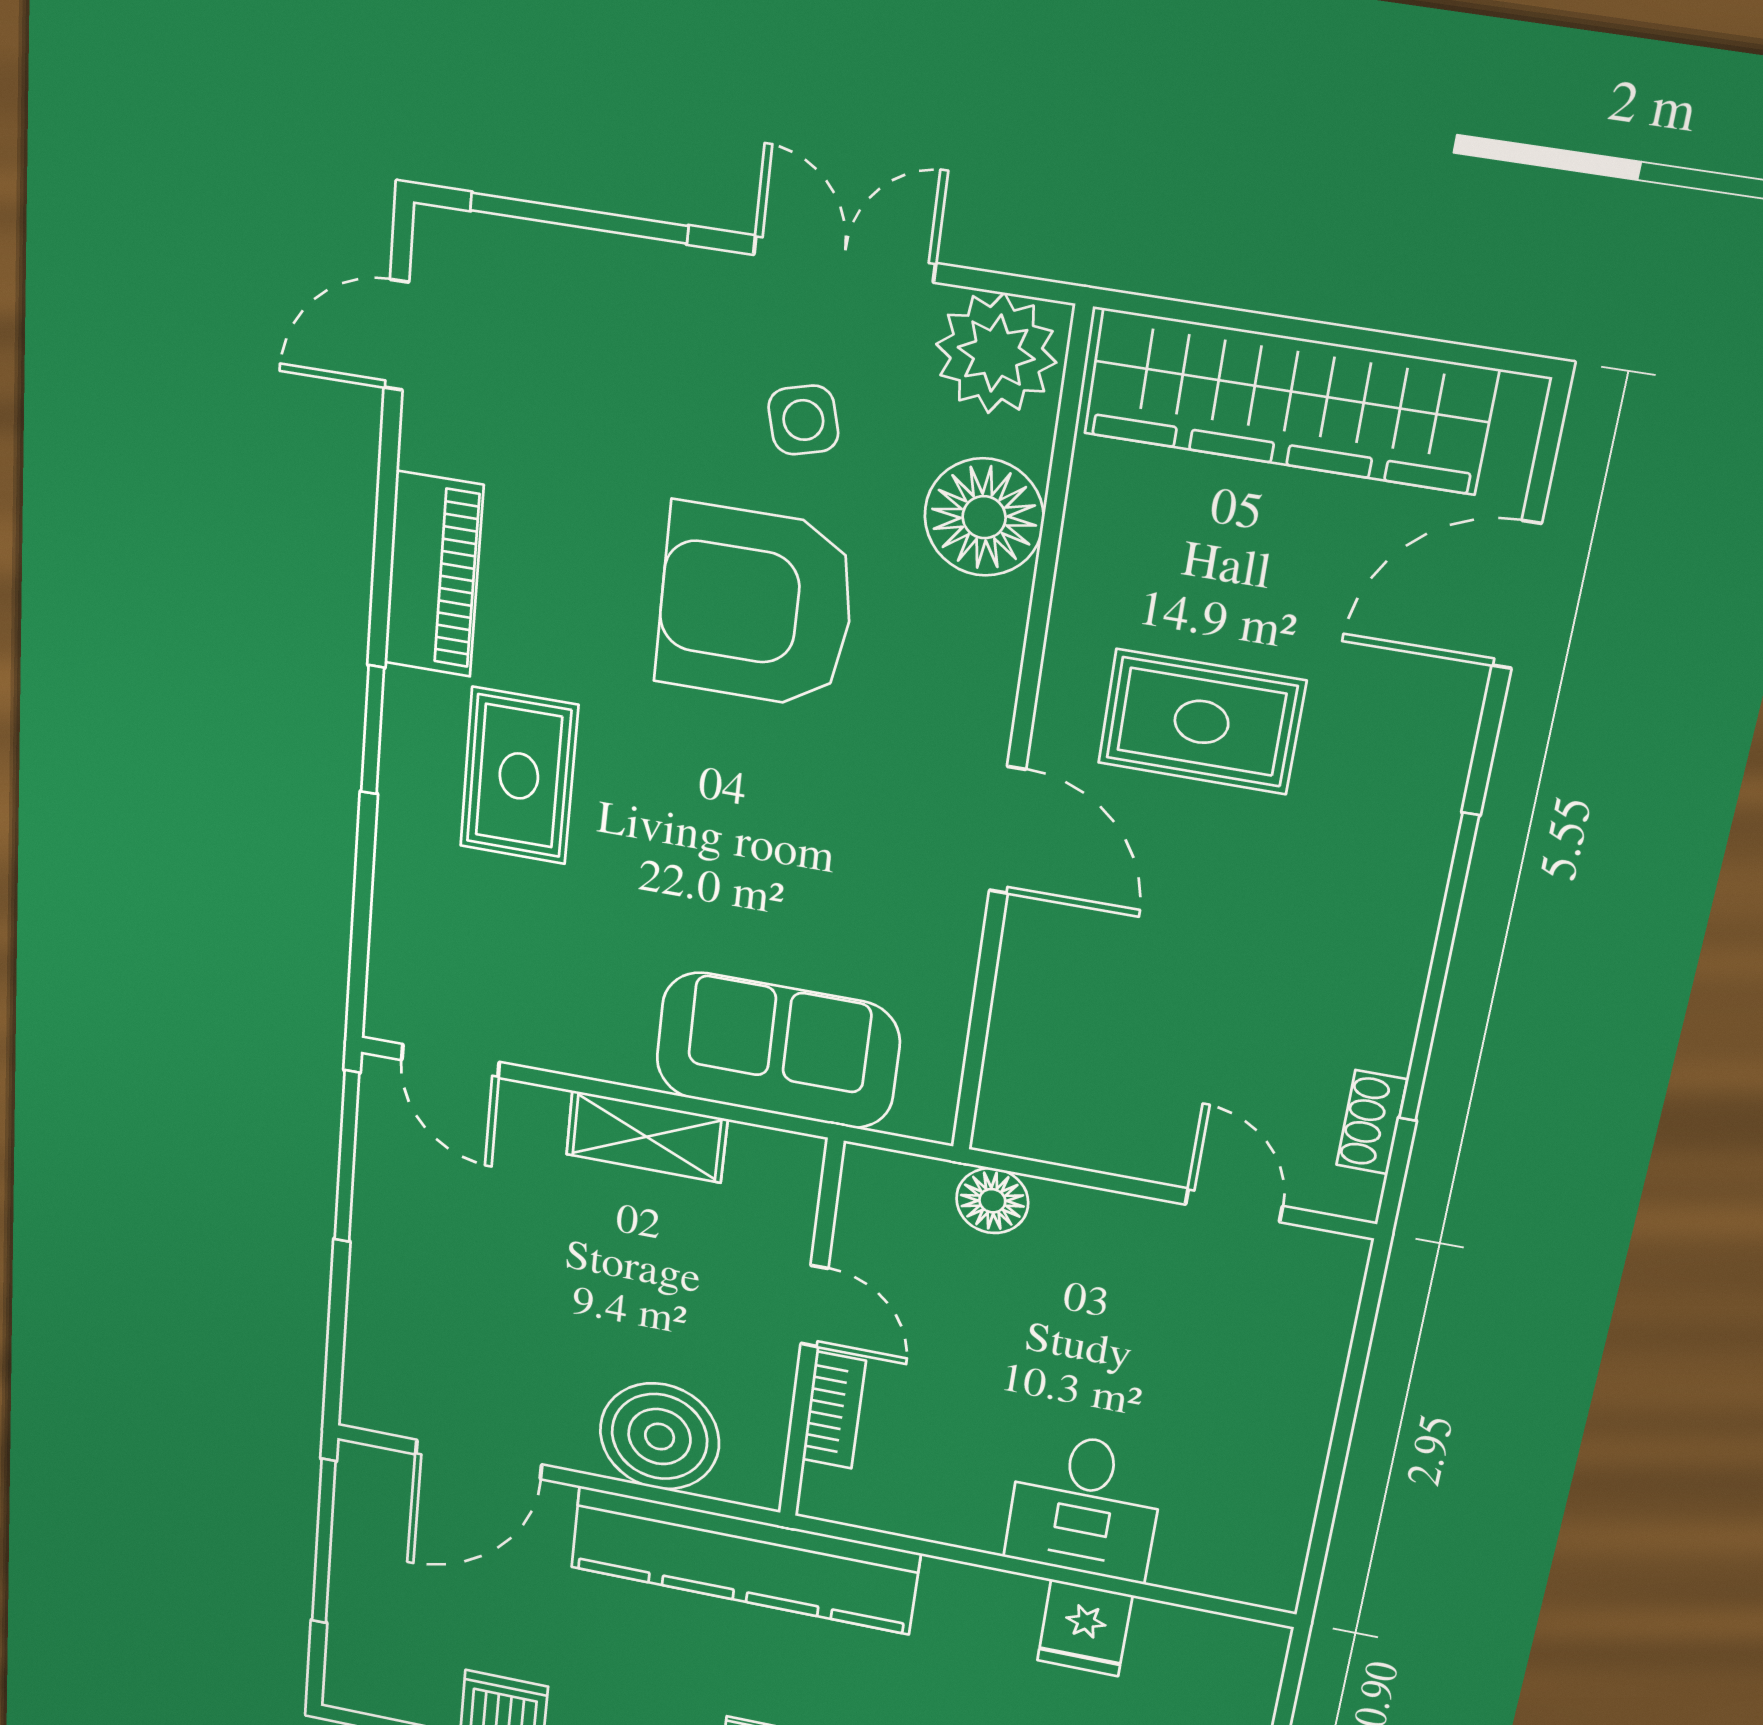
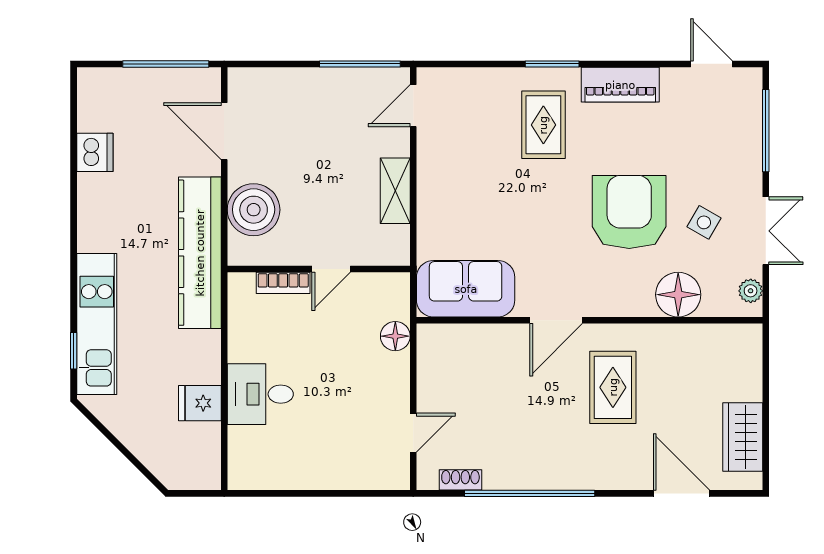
plant: (996, 353) -> (751, 291), width x0.53, depth x0.53
wardrobe: (1289, 401) -> (743, 437), width x0.48, depth x0.85
side table: (803, 420) -> (704, 222), turned 45
rug: (519, 776) -> (543, 125), turned 90
sofa: (778, 1051) -> (466, 289), moved, turned -90

